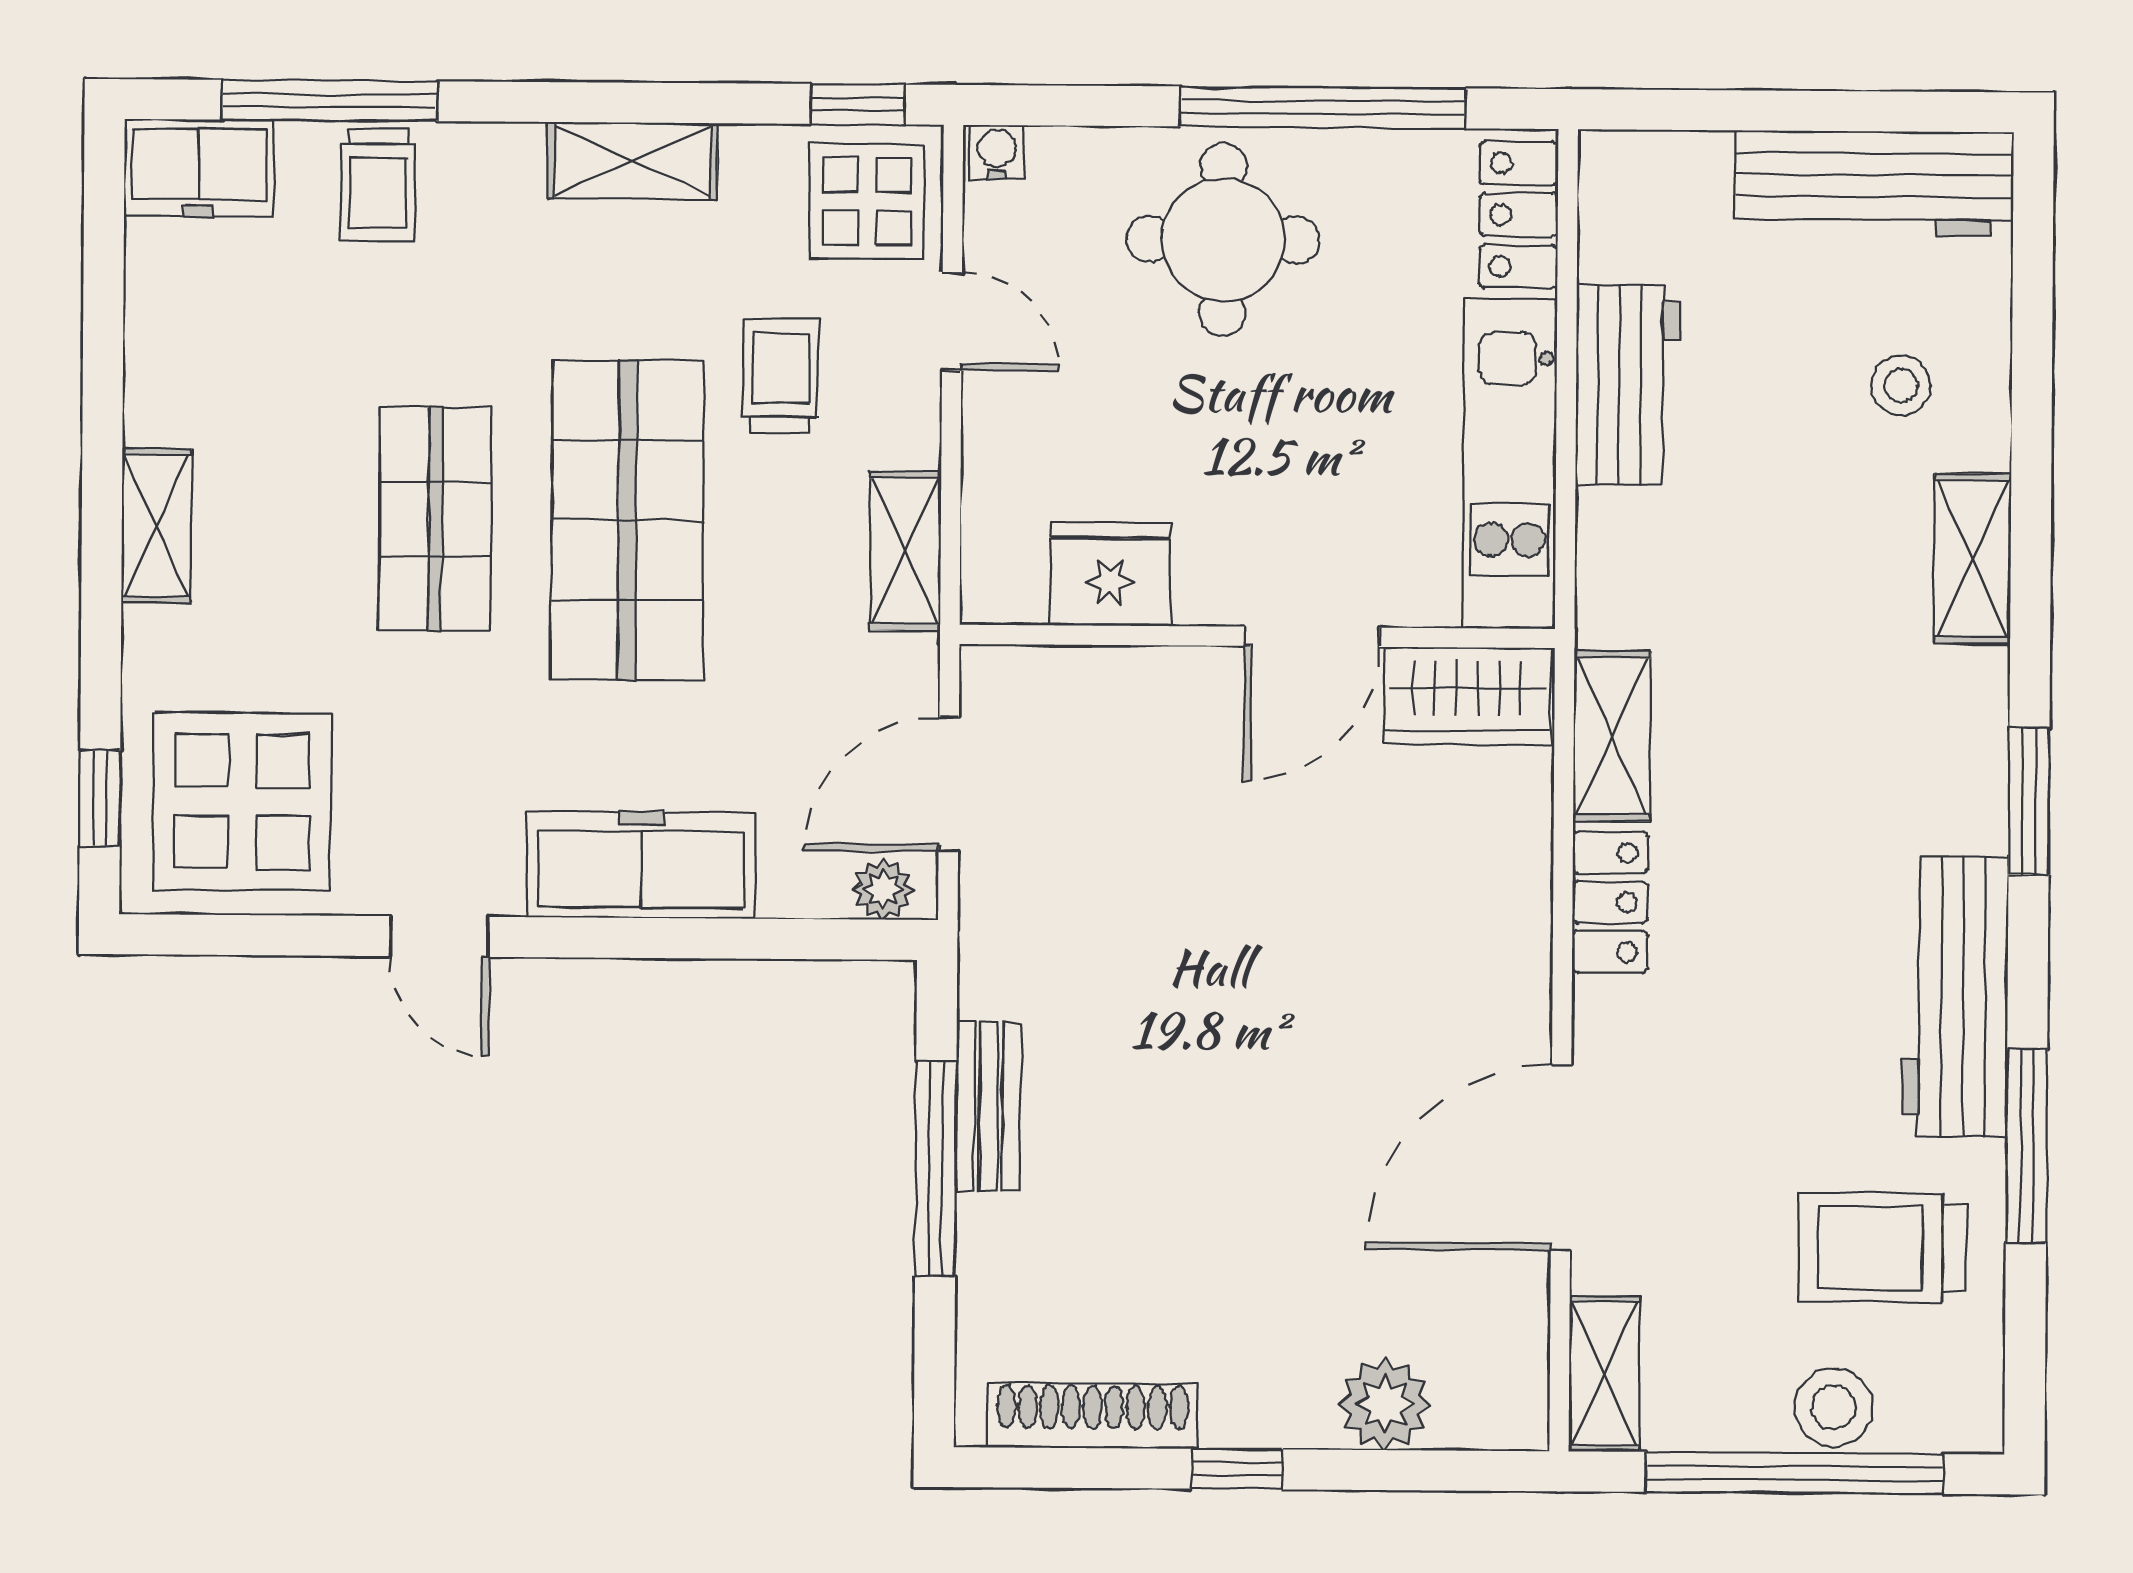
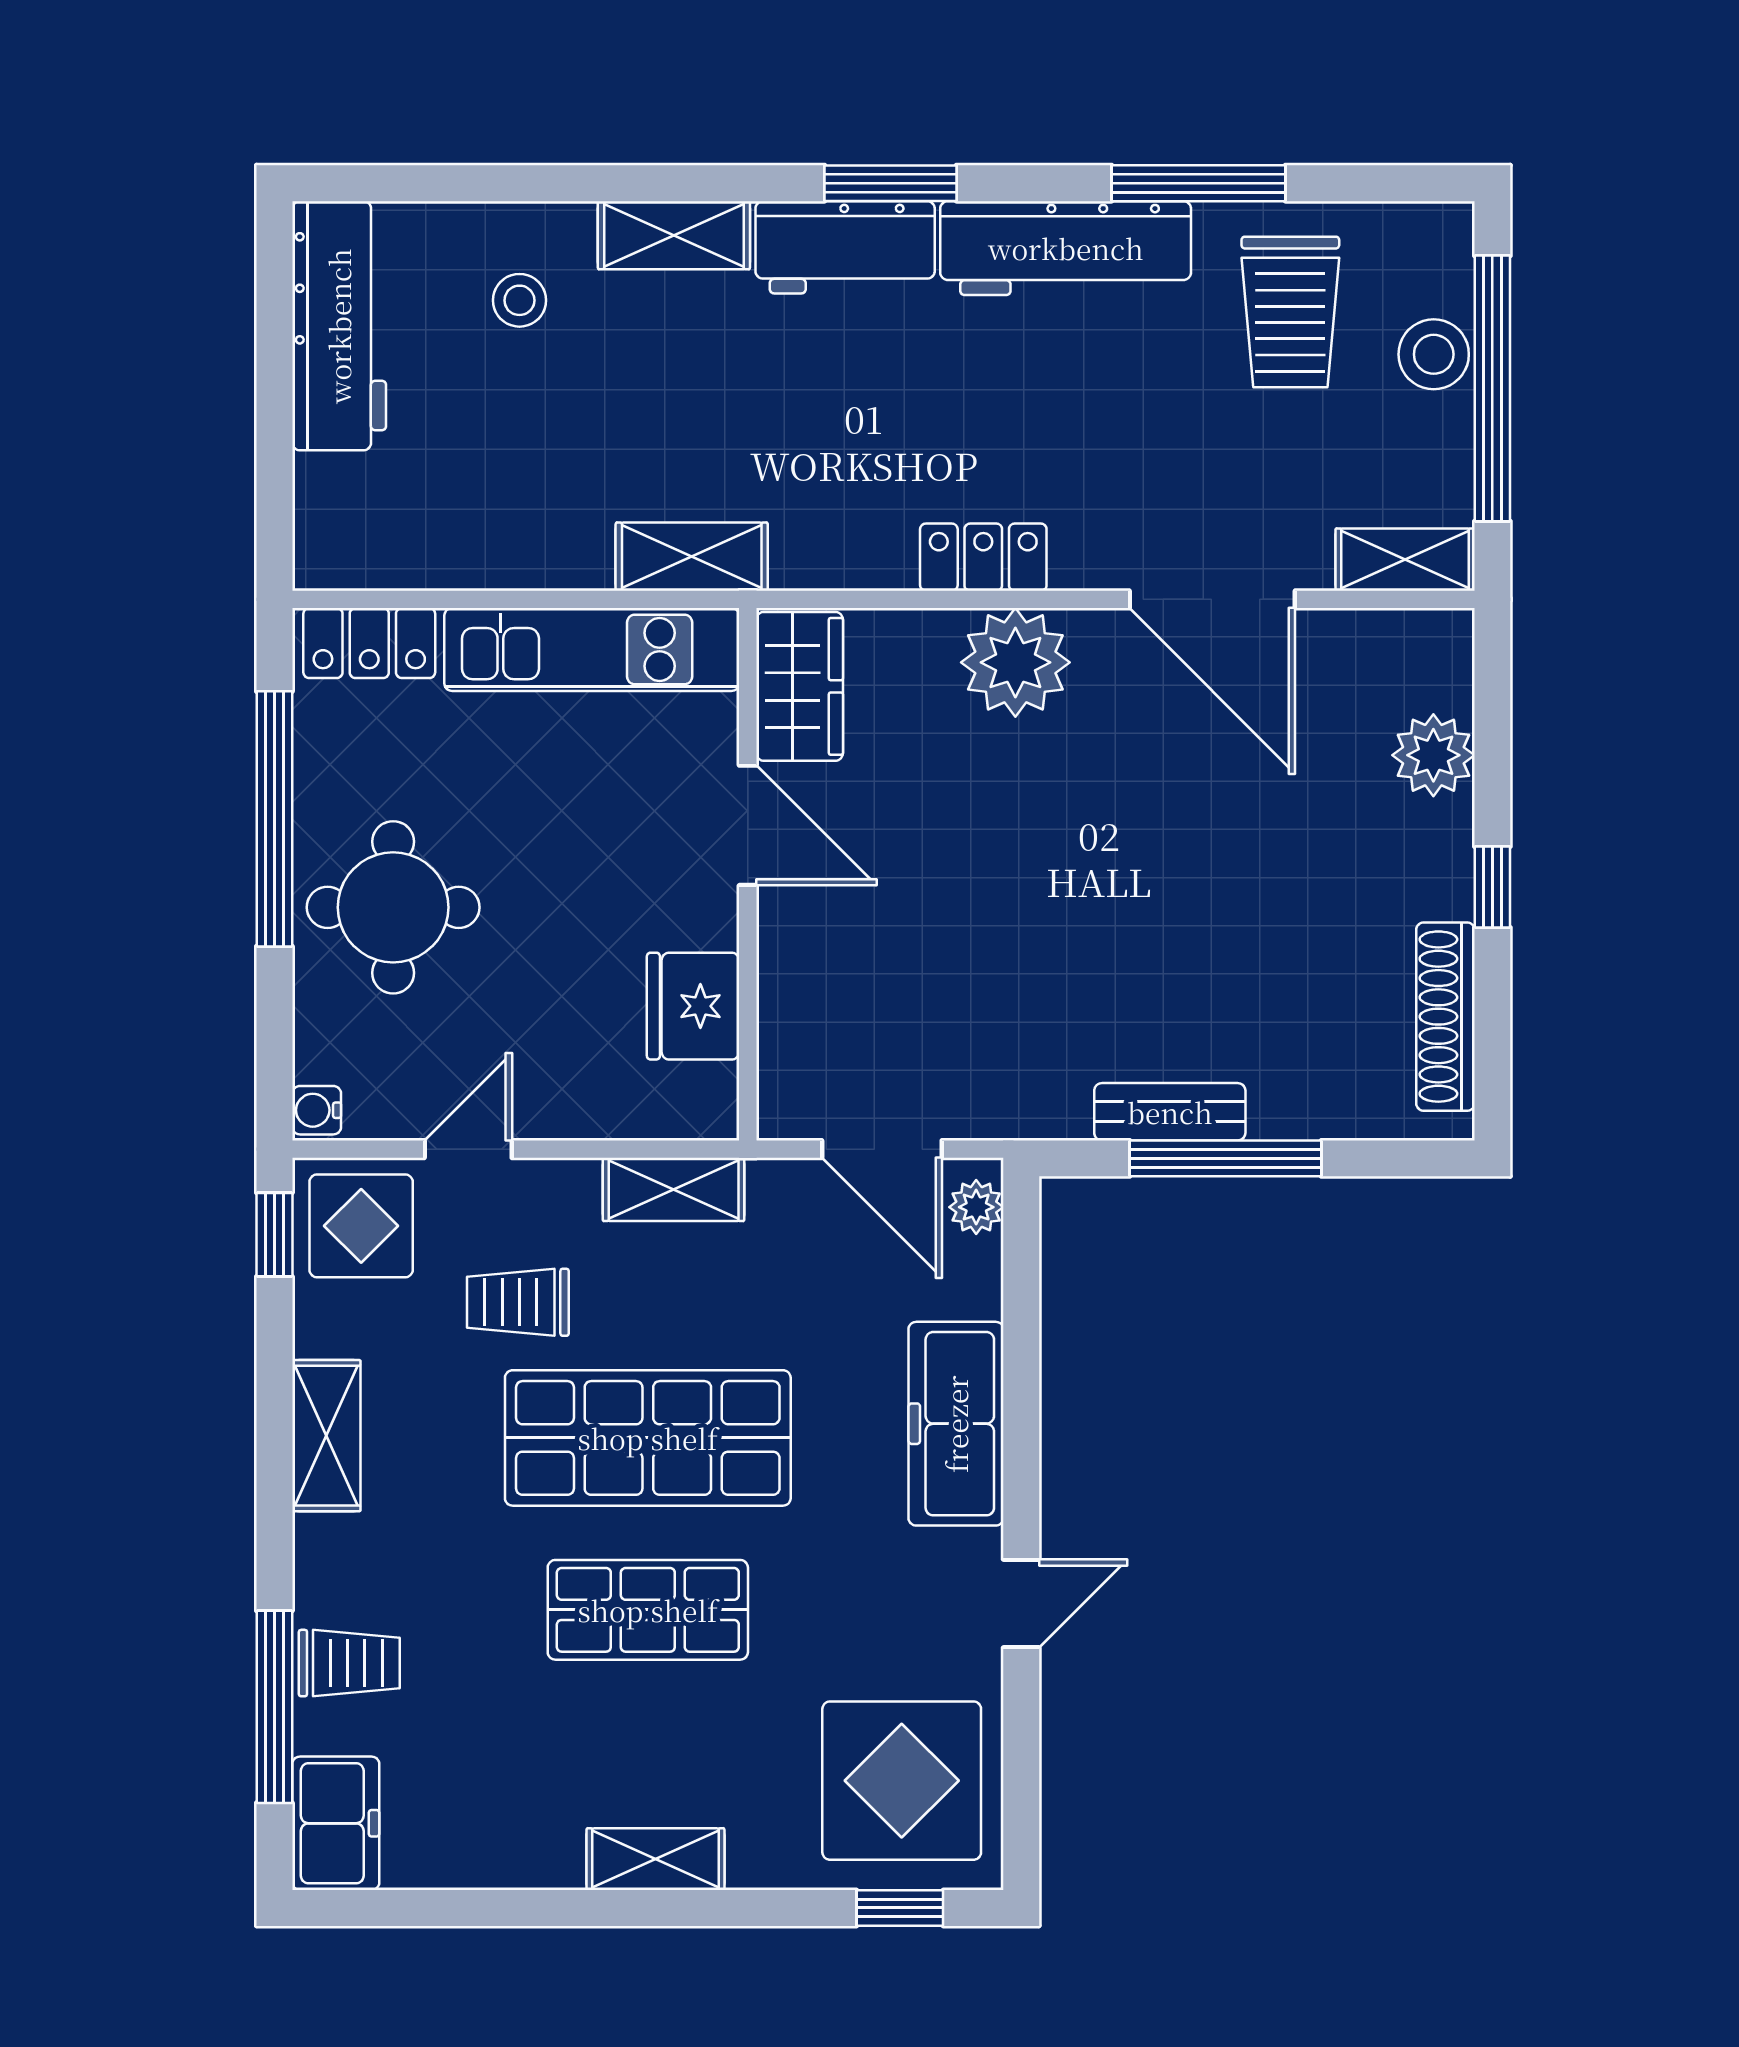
workbench: (1628, 385) -> (845, 247), moved, turned 180
shelving: (1612, 736) -> (692, 557), moved
plant: (1492, 937) -> (1015, 662), added

